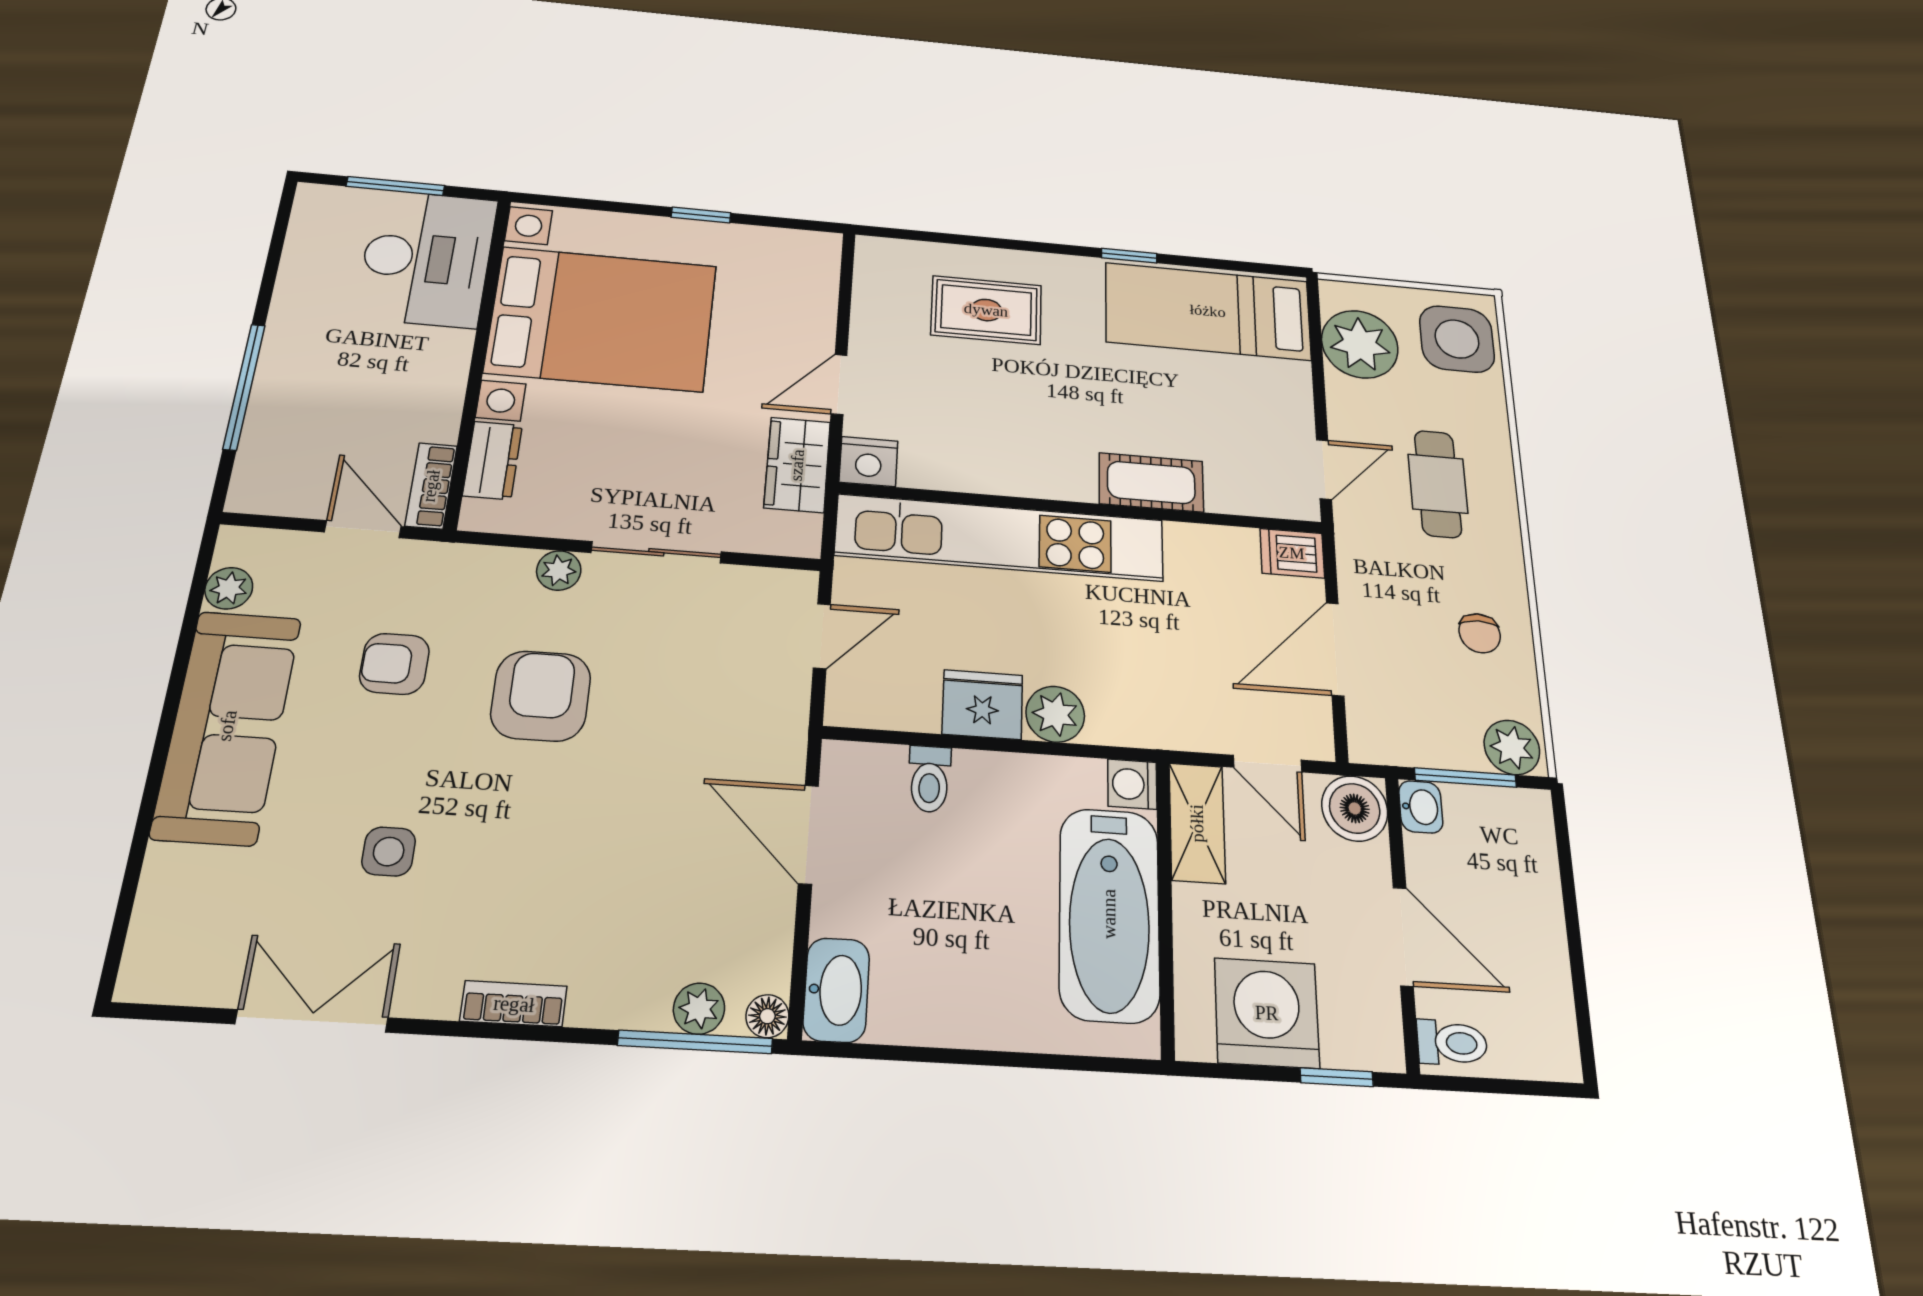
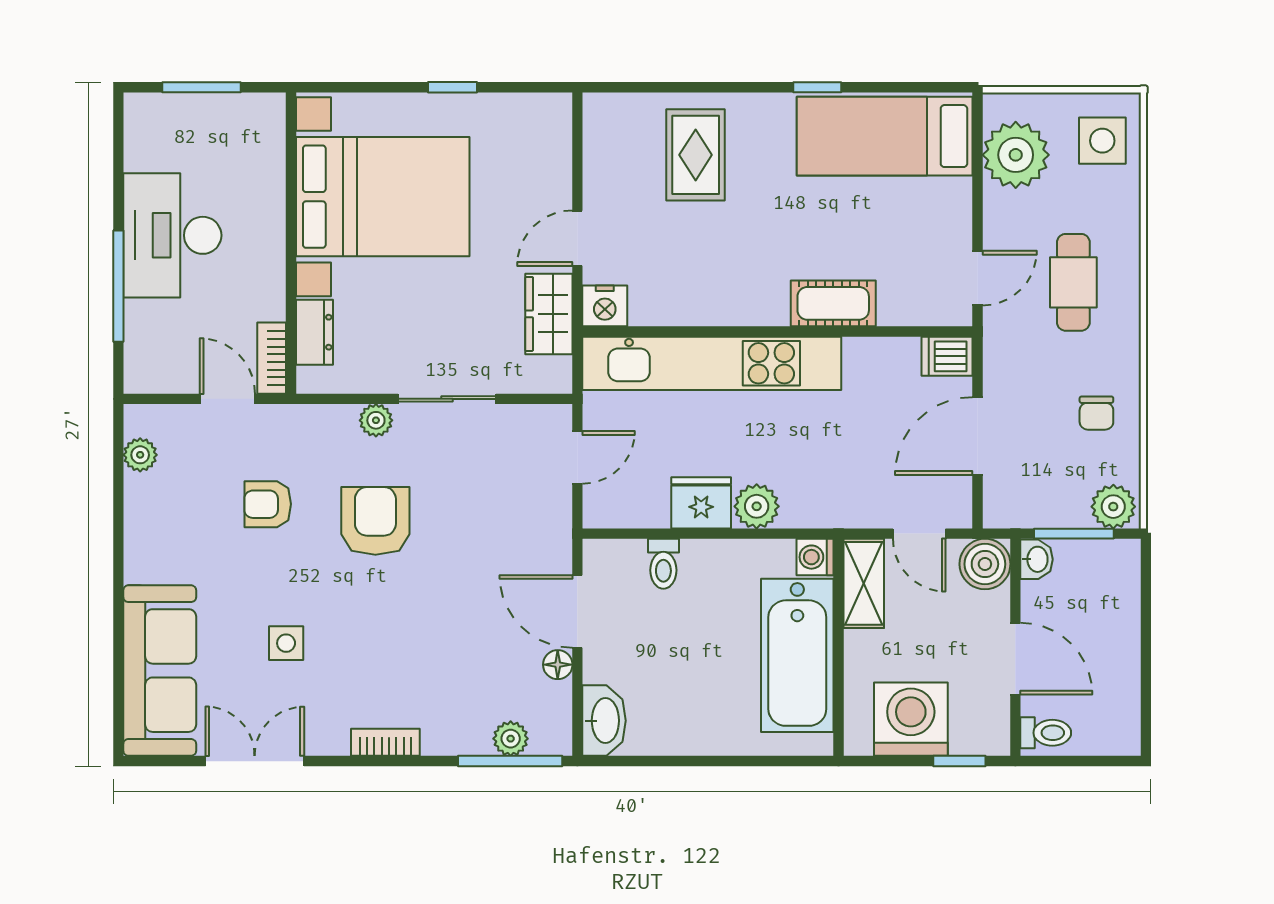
desk: (427, 258) -> (172, 235), moved, turned 180
rug: (986, 310) -> (696, 155), turned 90
side table: (1457, 339) -> (1102, 141), width x0.73, depth x0.73
sofa: (227, 726) -> (160, 671), moved
floor lamp: (767, 1016) -> (558, 665), moved

